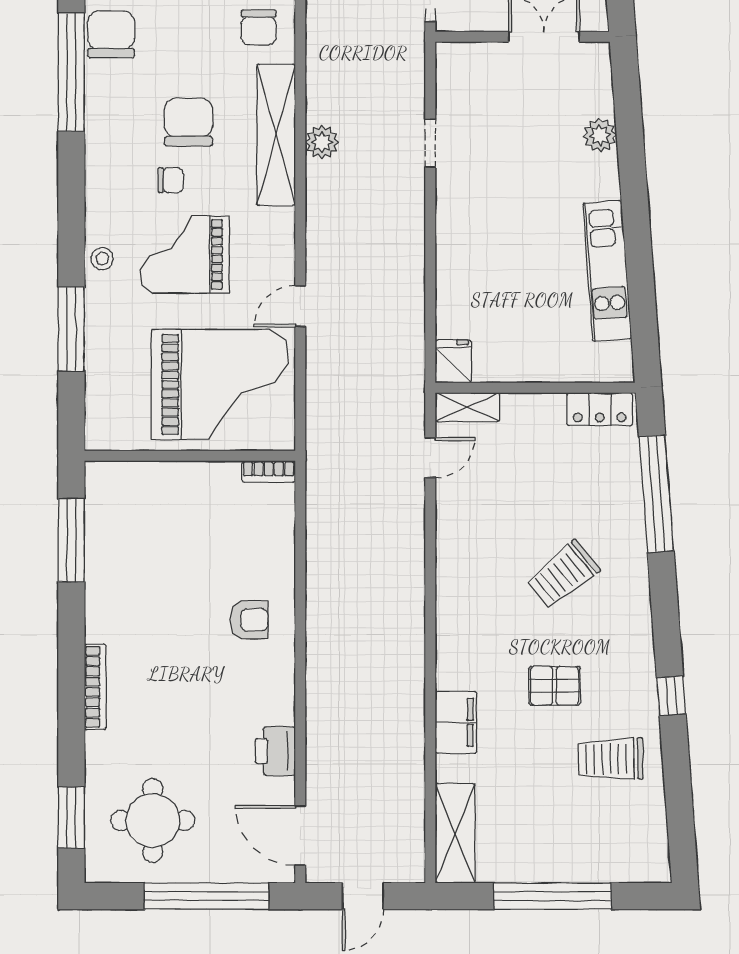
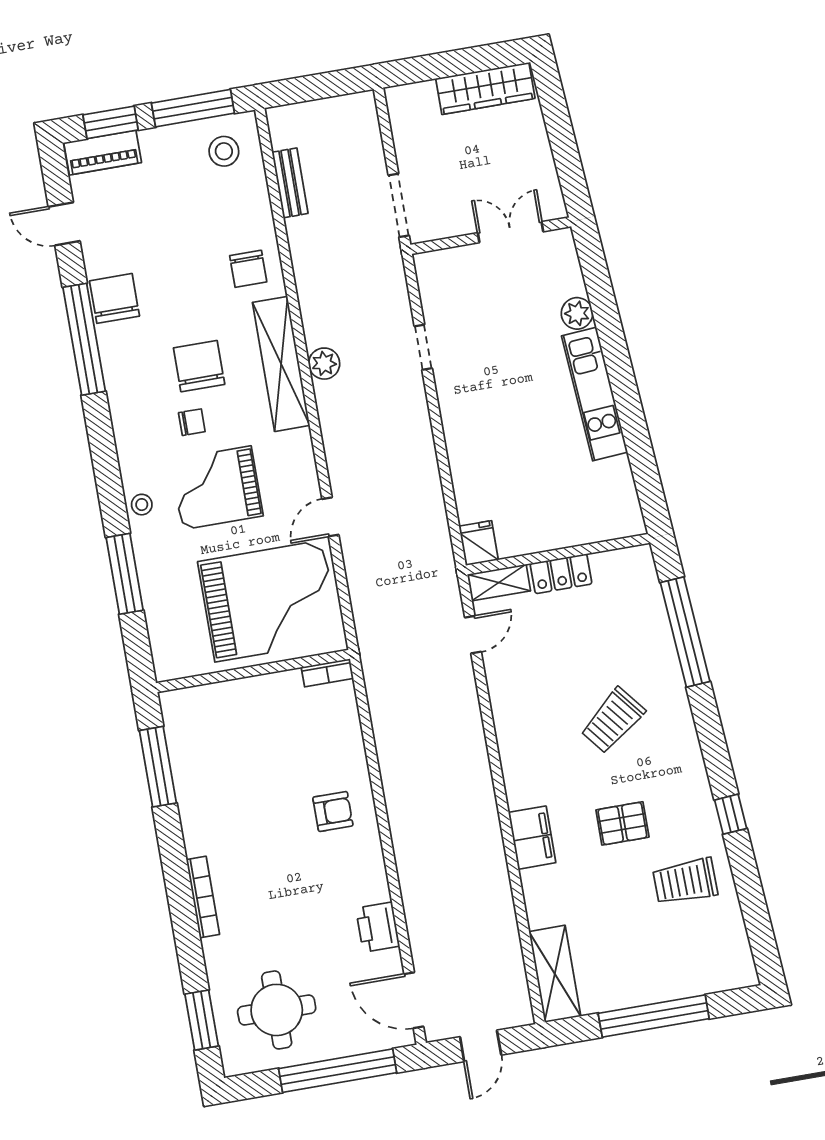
kitchen unit: (607, 271) -> (595, 394), moved
locker: (600, 409) -> (561, 574), moved
filing cabinet: (456, 722) -> (532, 838), moved

